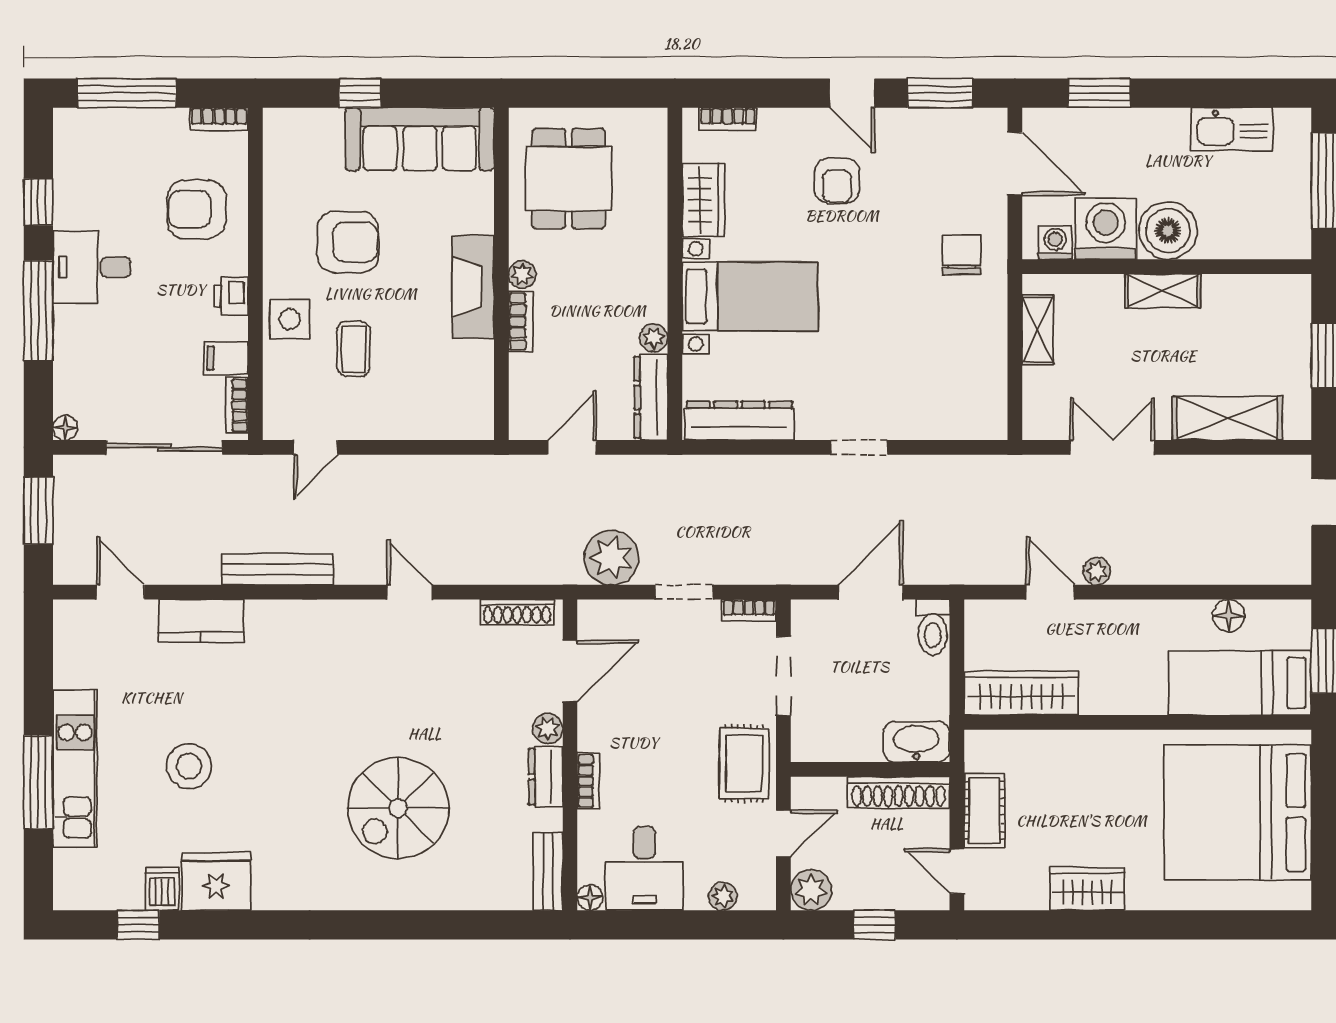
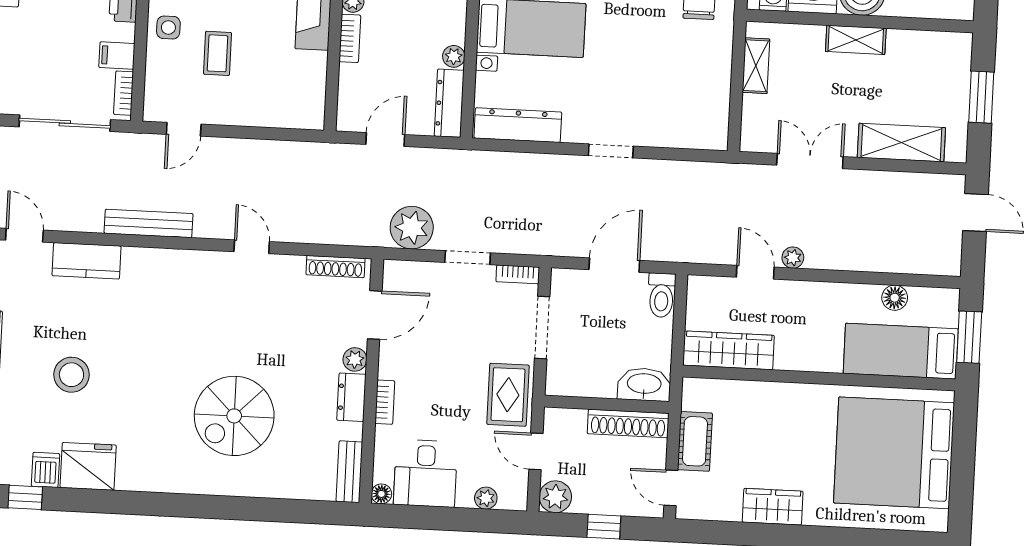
side table: (290, 319) -> (168, 27), width x0.73, depth x0.73
door: (783, 834) -> (536, 451), swing flipped

